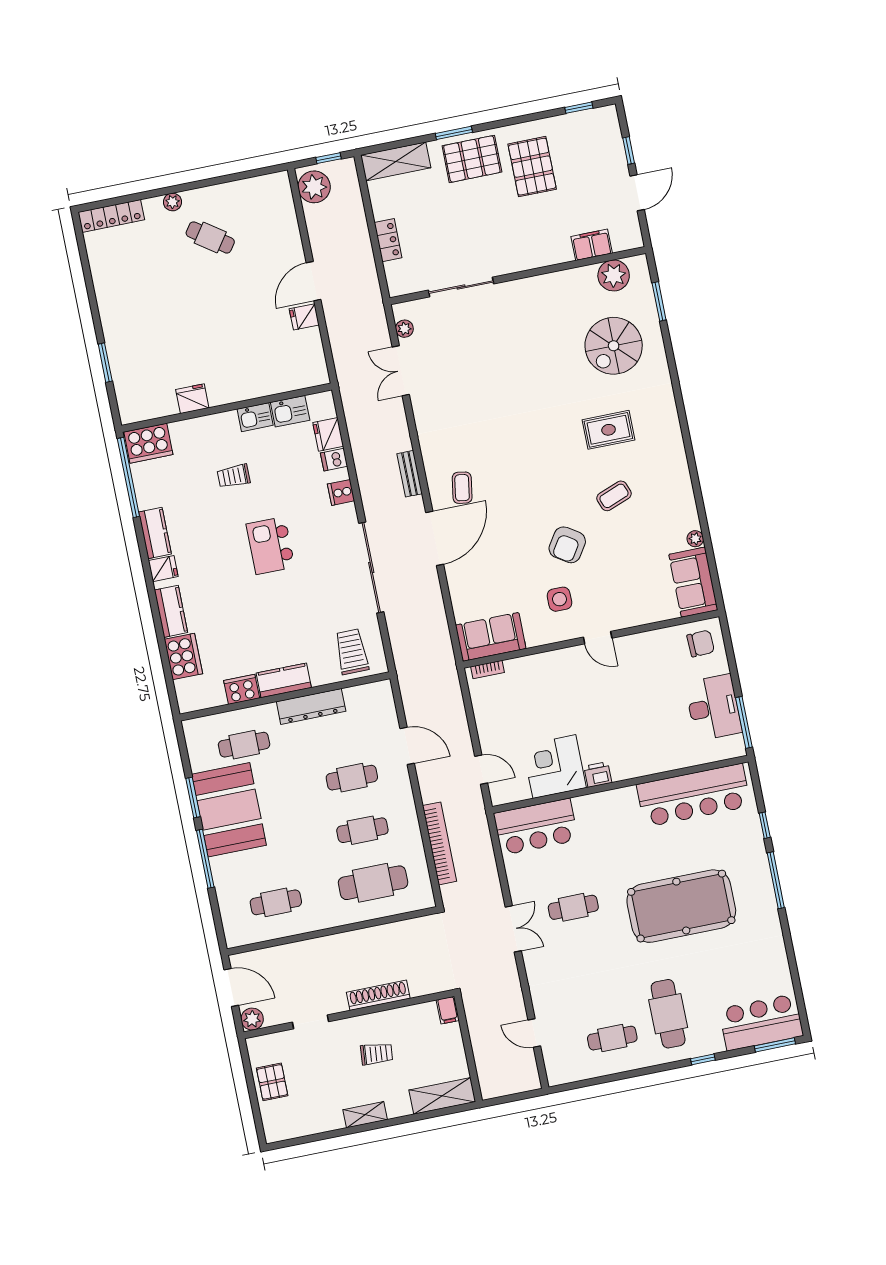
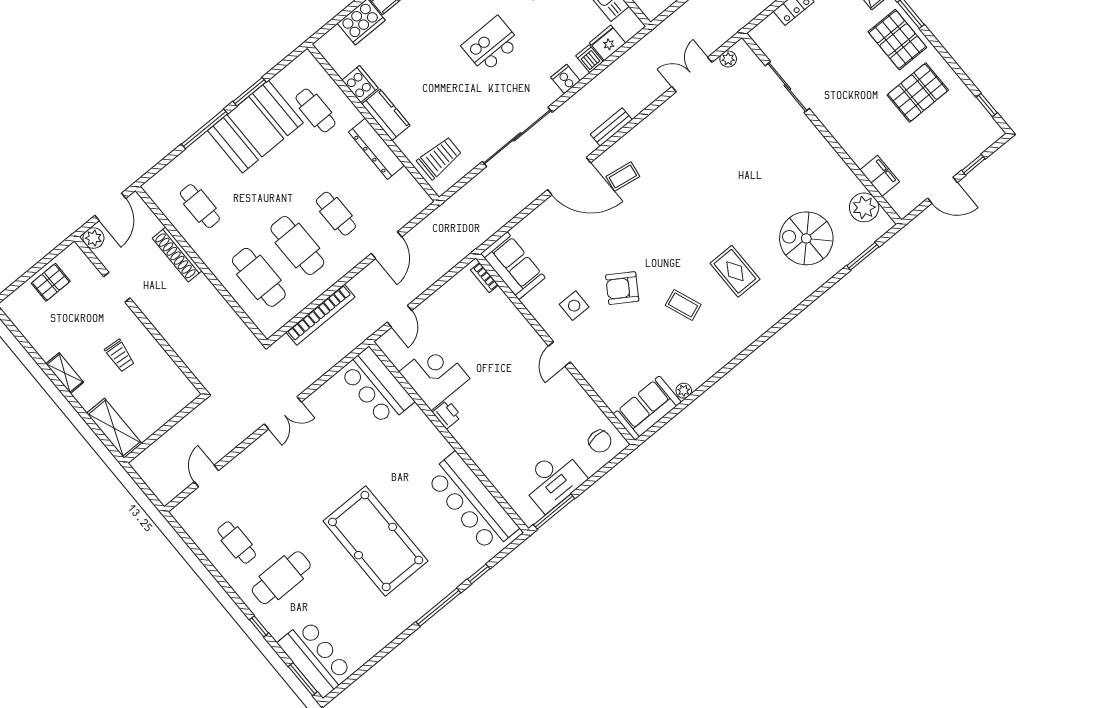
cafe table: (362, 830) -> (297, 245), width x1.37, depth x1.35
cafe table: (573, 907) -> (327, 453), removed
shoe rack: (378, 995) -> (177, 254), moved, turned 180
filing cabinet: (448, 1010) -> (187, 395), removed

